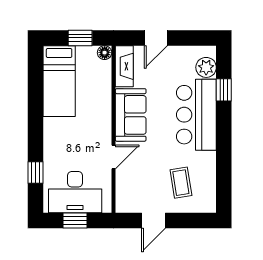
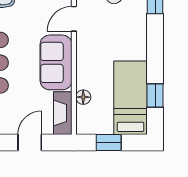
floor lamp: (105, 53) -> (83, 97), moved
window: (36, 83) -> (155, 95), added

